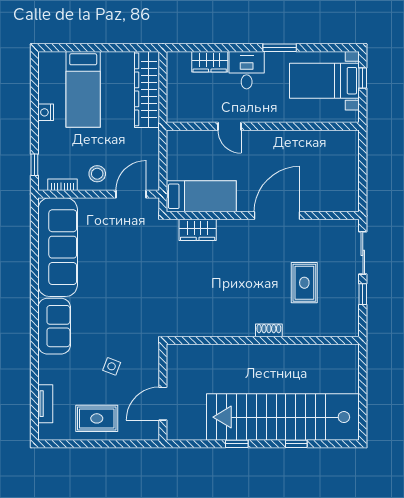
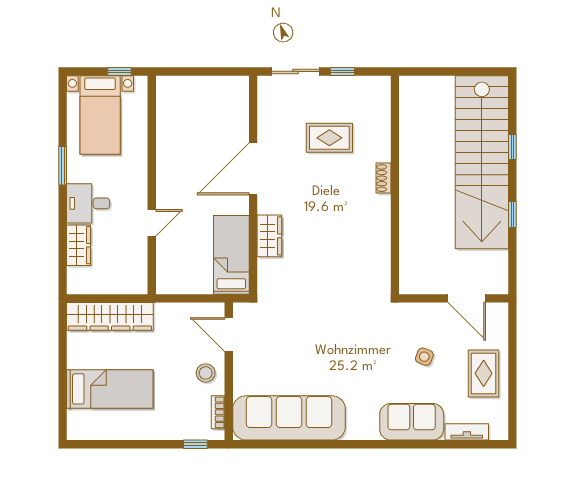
window: (363, 78) -> (119, 71), moved
nightstand: (46, 112) -> (136, 431), removed
door: (277, 215) -> (253, 169), hinge flipped
wardrobe: (198, 230) -> (269, 236), moved
sofa: (54, 326) -> (412, 422), moved

